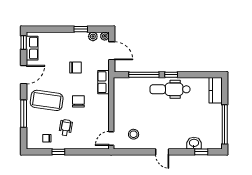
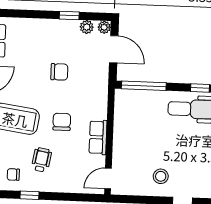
window: (144, 75) -> (144, 86), moved
row of seats: (103, 82) -> (98, 137), moved
stool: (134, 134) -> (161, 176), moved

